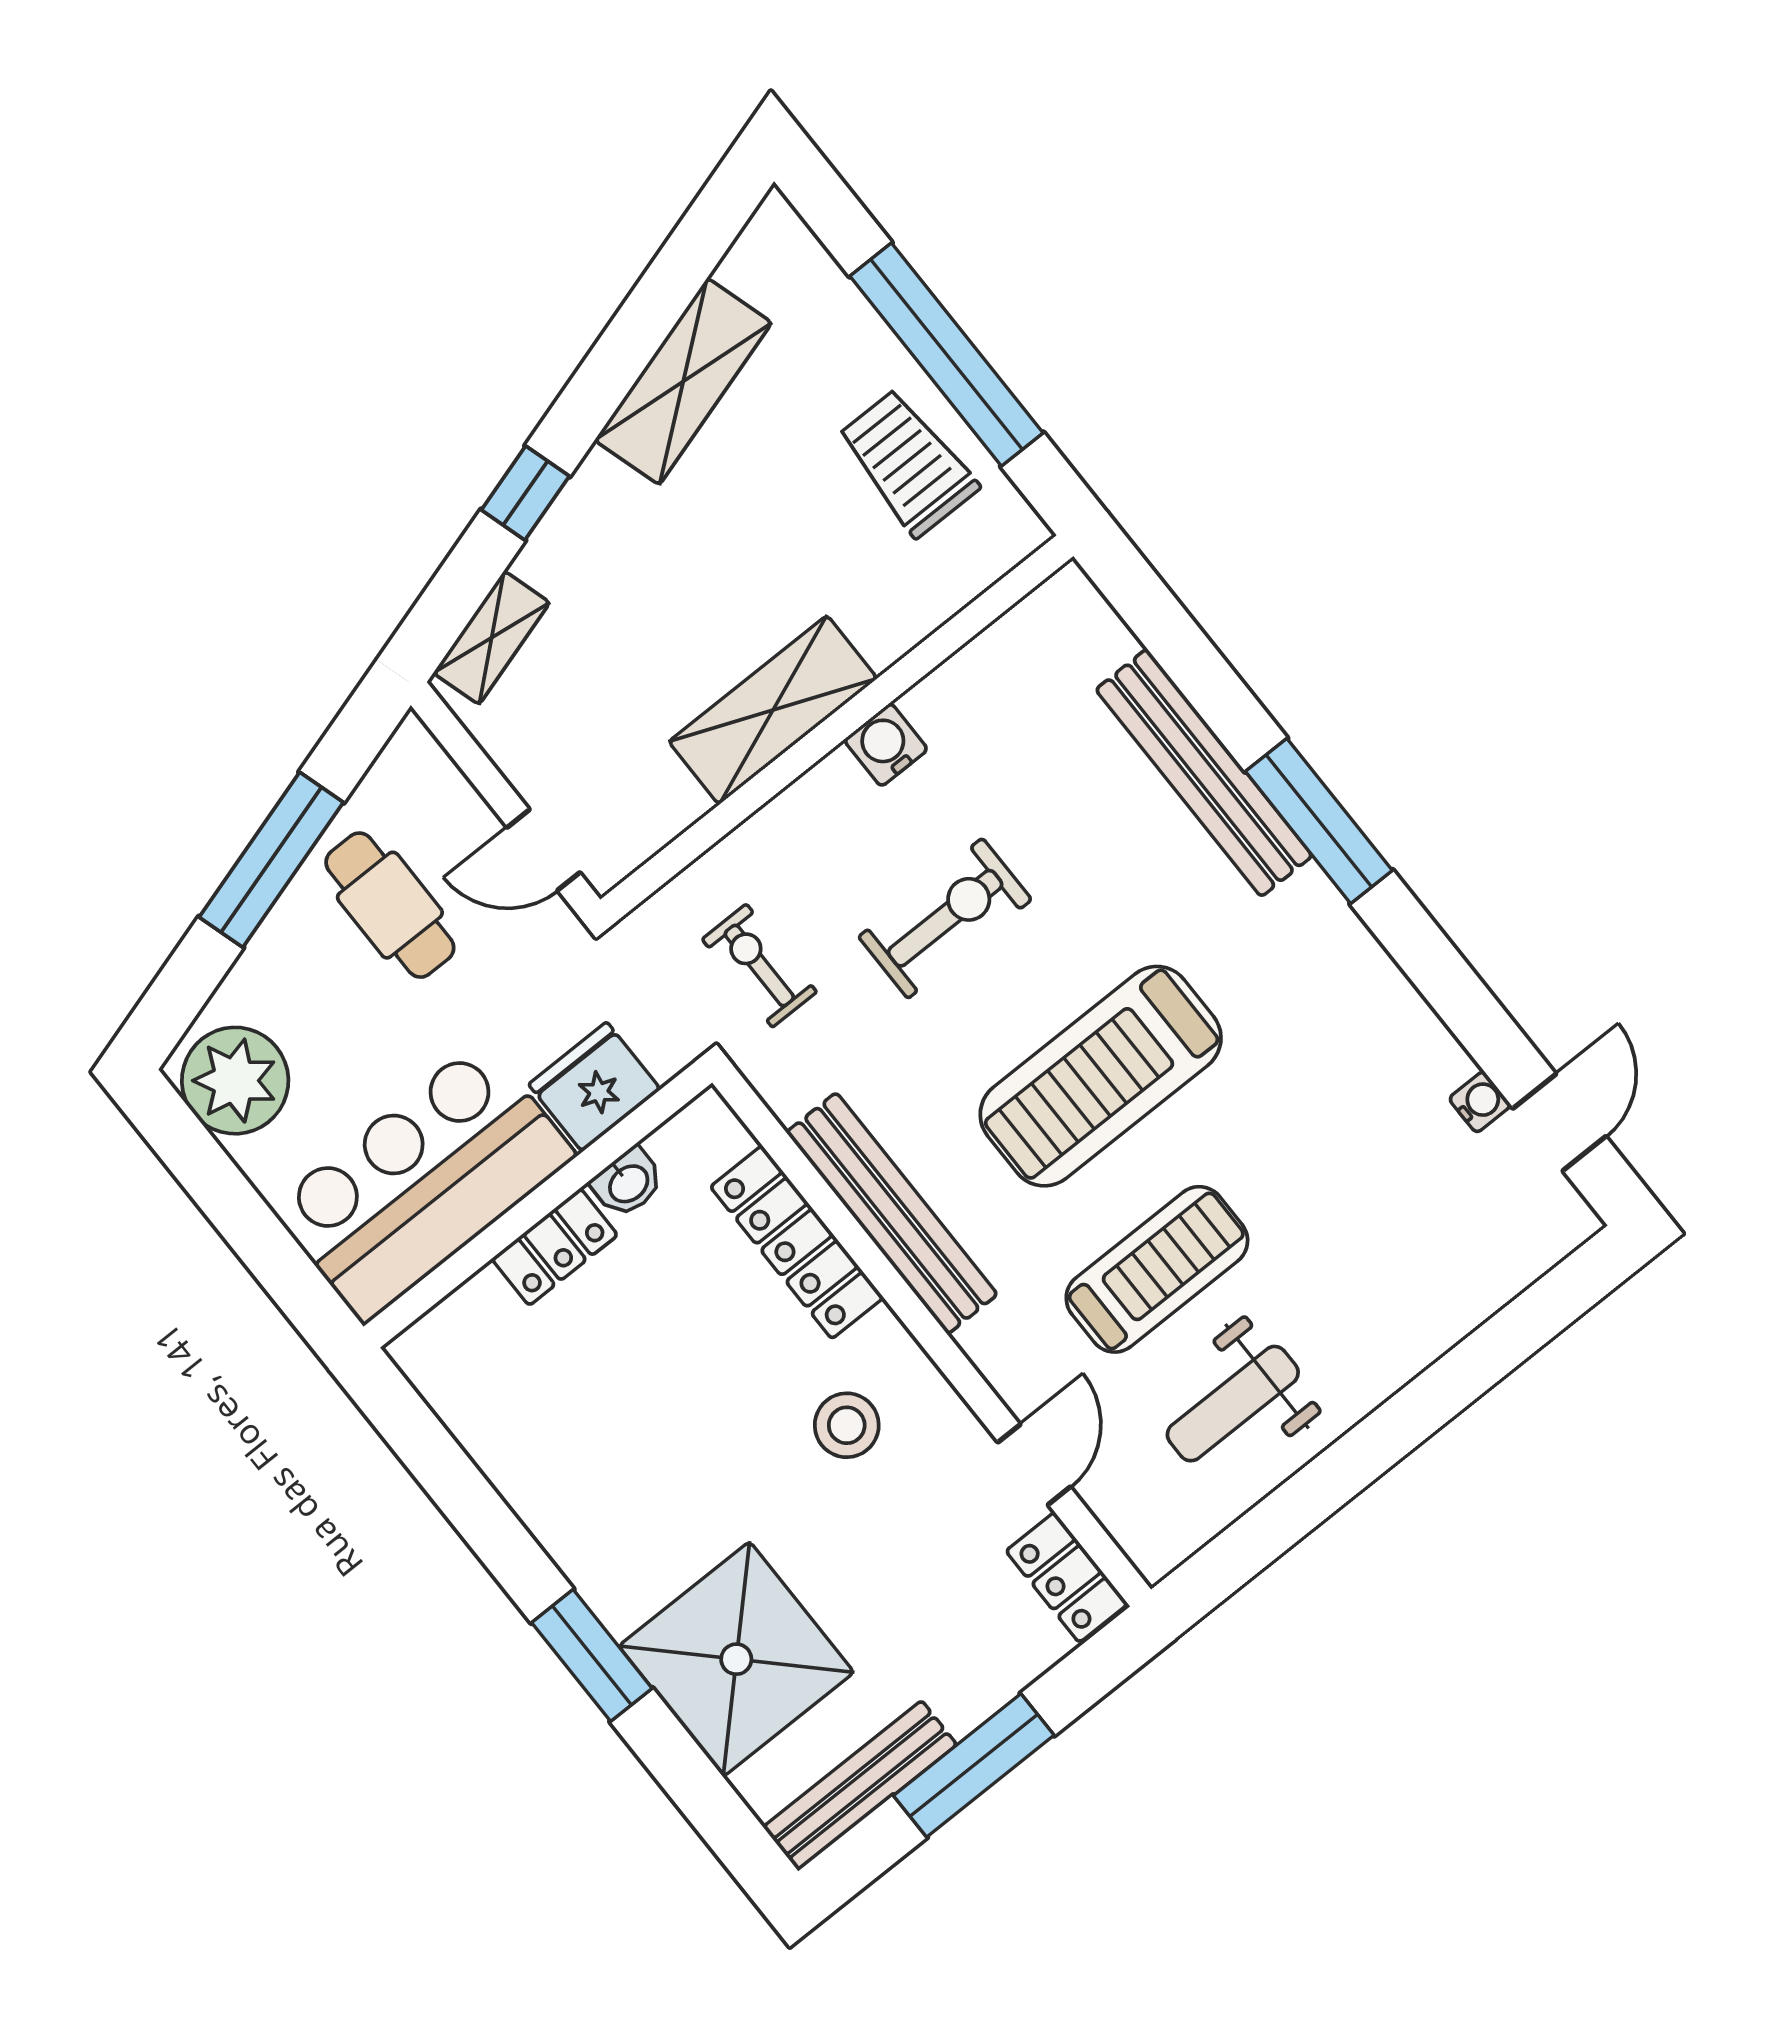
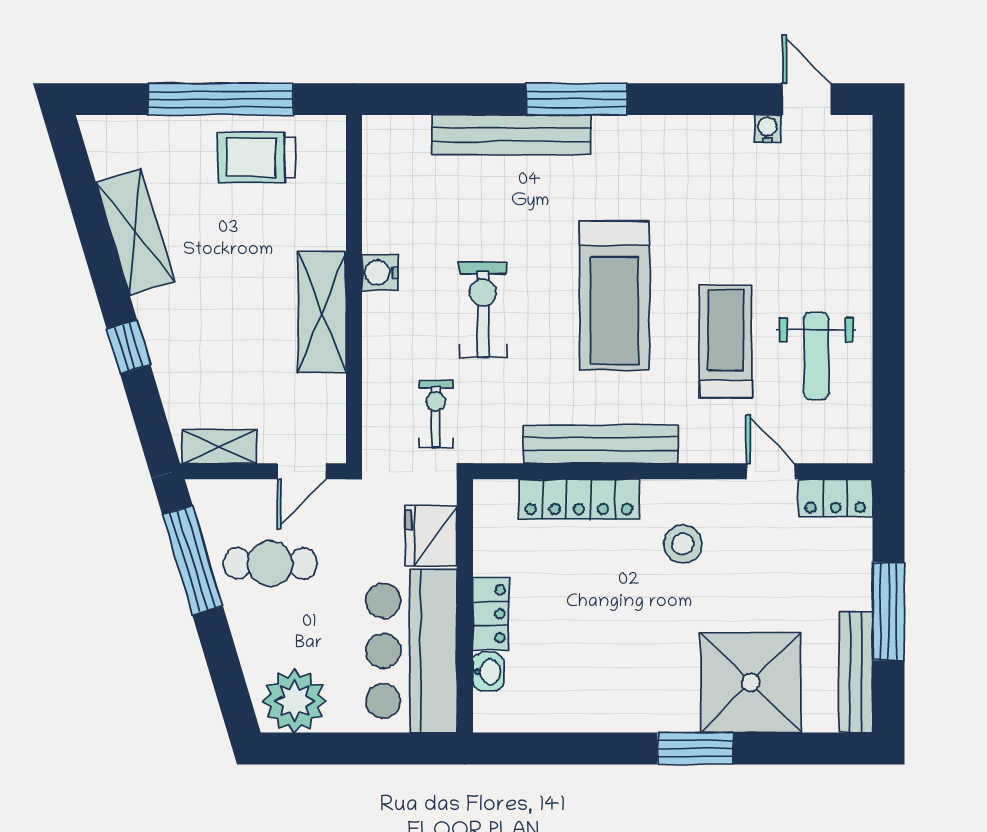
shelving: (492, 638) -> (219, 447), moved, turned -73
window: (271, 860) -> (192, 560), moved
exercise bike: (759, 966) -> (436, 414), turned 90
washbasin: (628, 1183) -> (488, 672), moved

